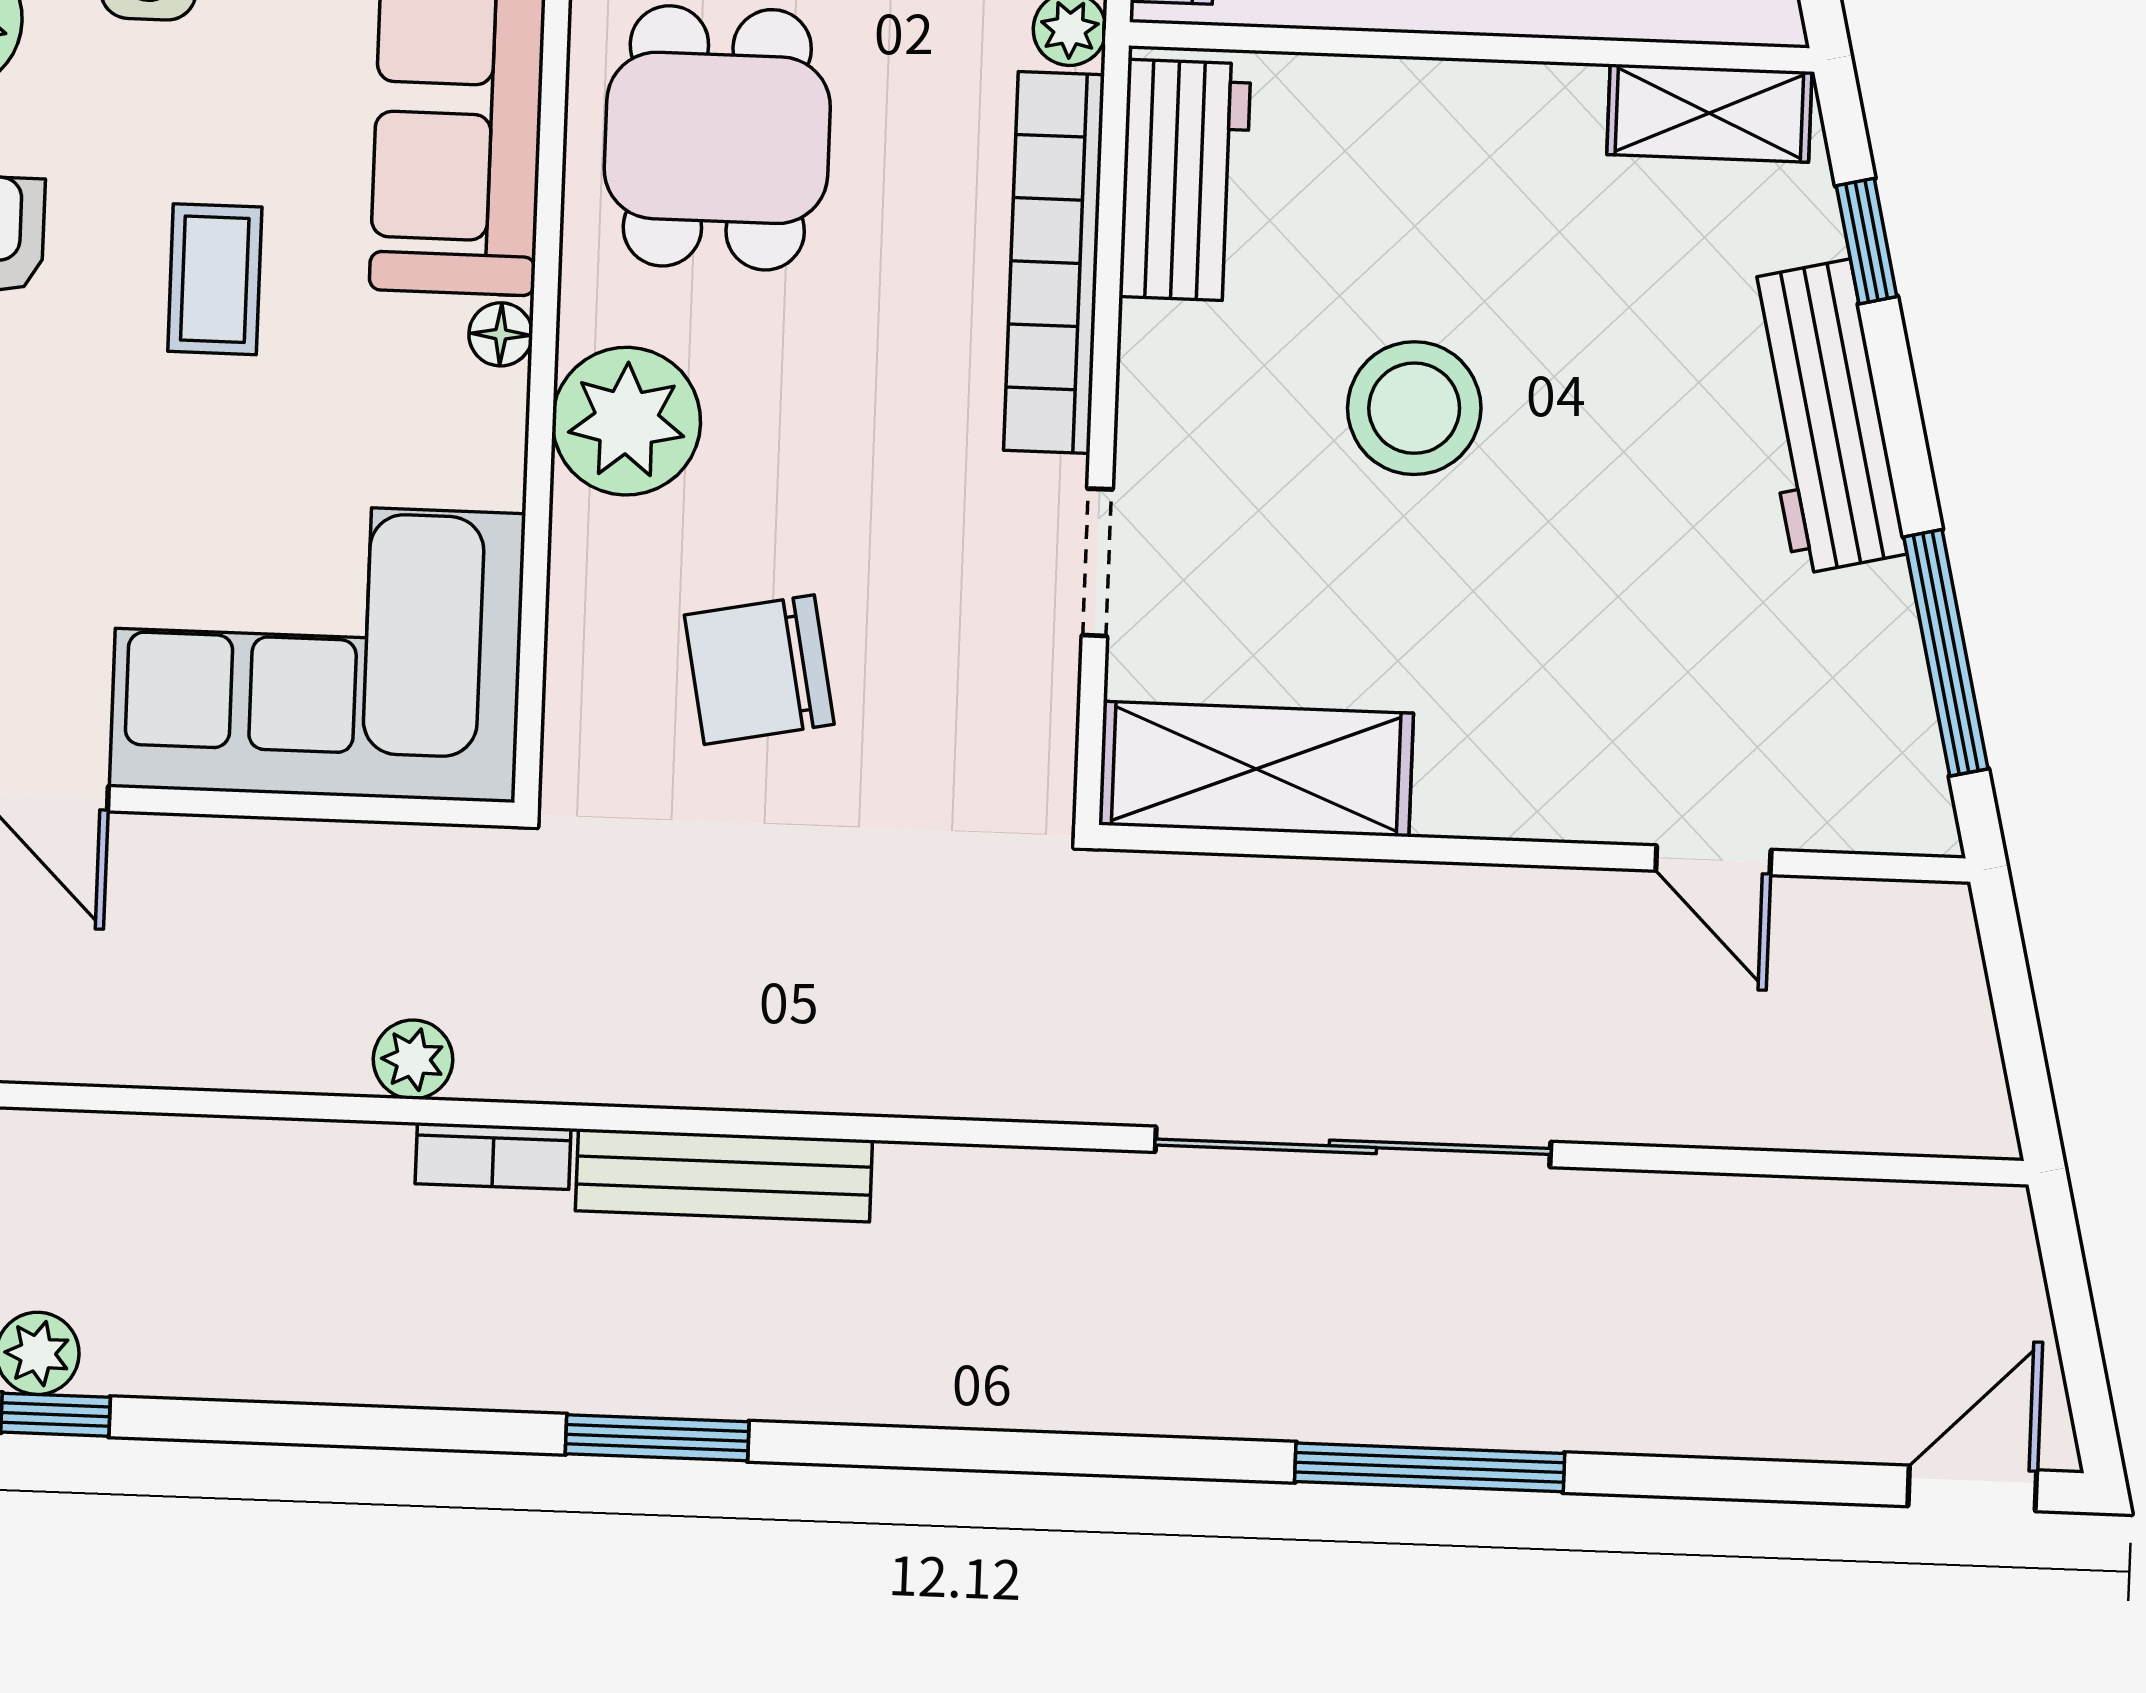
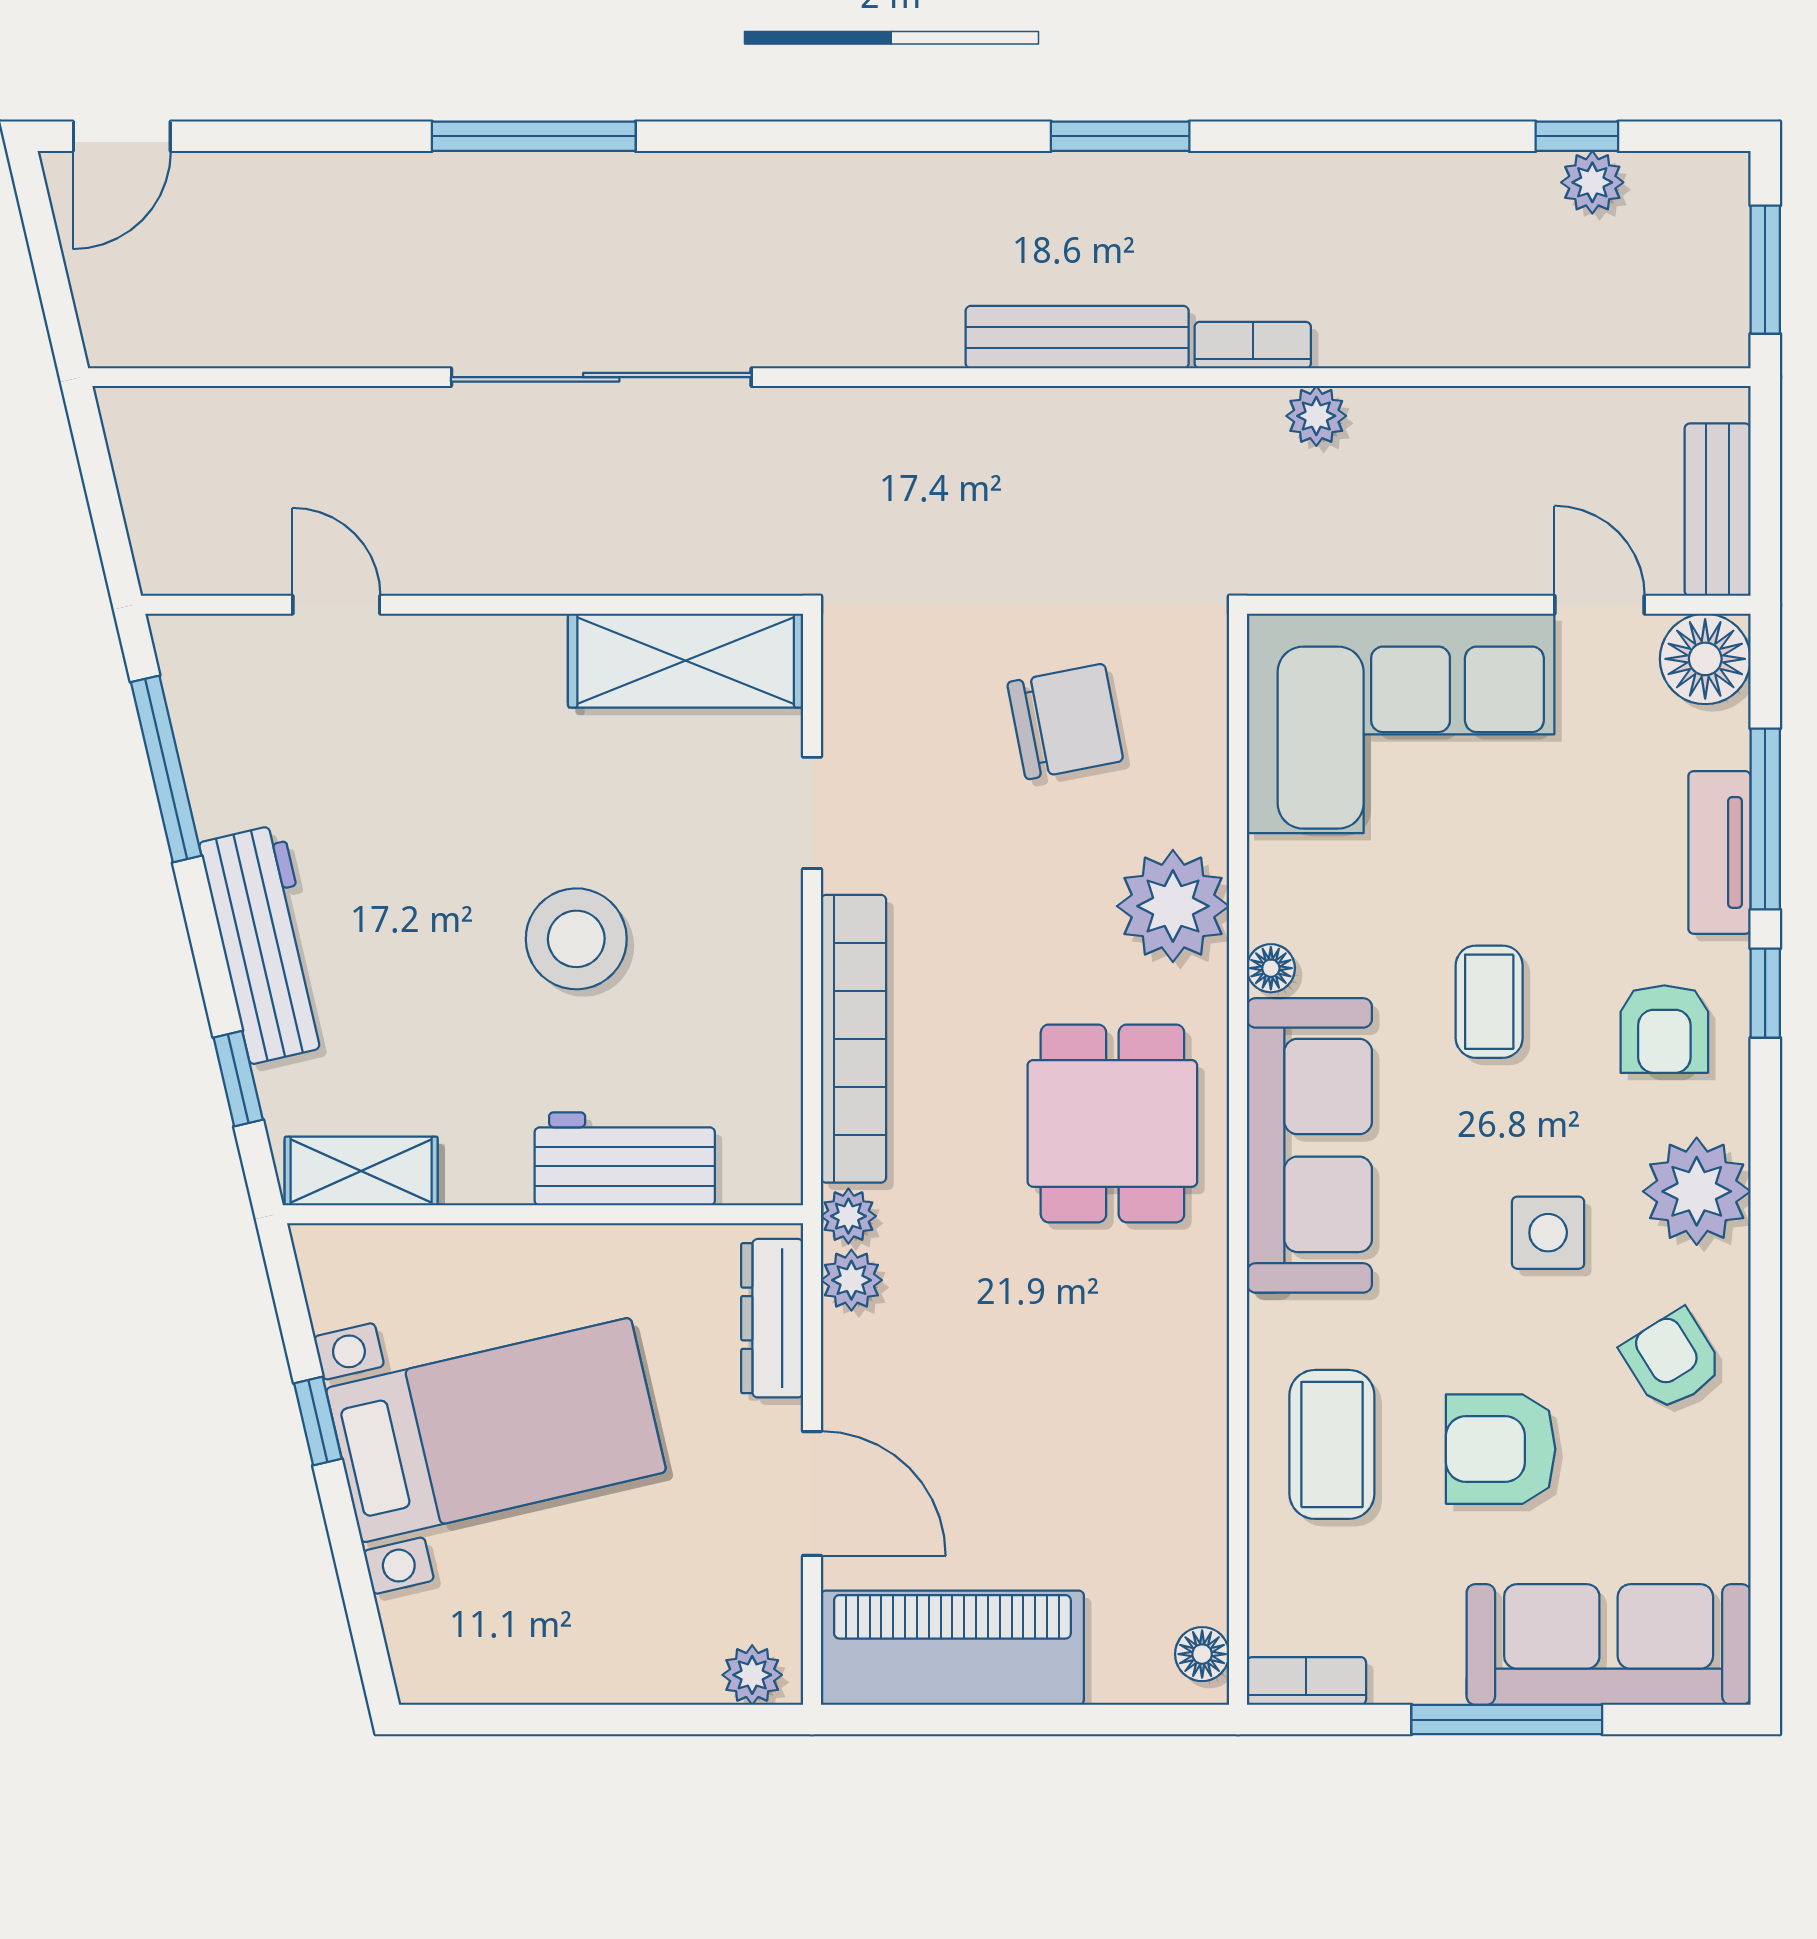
workbench: (1185, 180) -> (625, 1159), moved, turned 90

